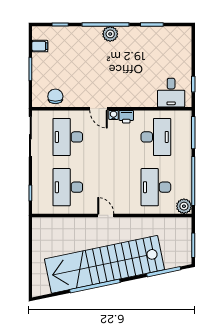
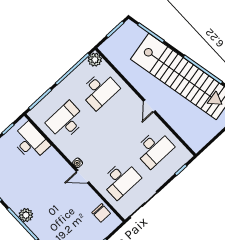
desk: (171, 93) -> (30, 142), width x1.37
chair: (55, 96) -> (101, 213), turned -90
door: (99, 109) -> (83, 177), swing flipped
printer: (126, 117) -> (71, 153), removed

